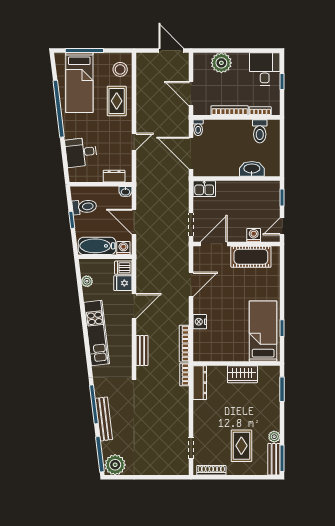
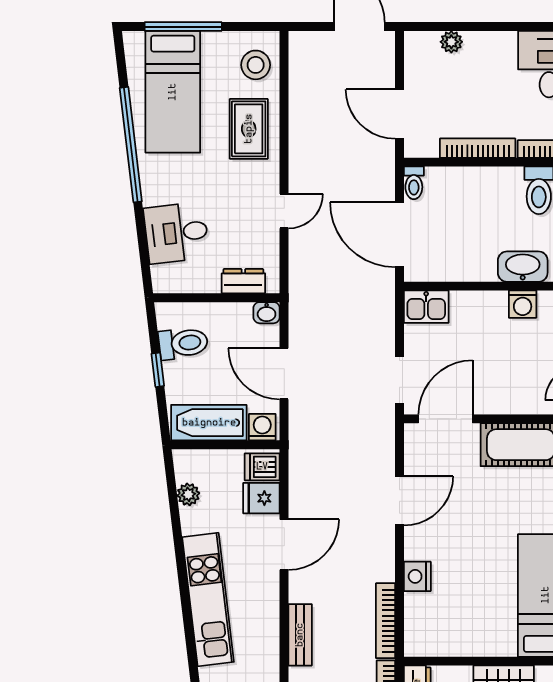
plant: (221, 63) -> (451, 42), width x0.53, depth x0.53
washing machine: (254, 235) -> (523, 304), moved, turned 180

